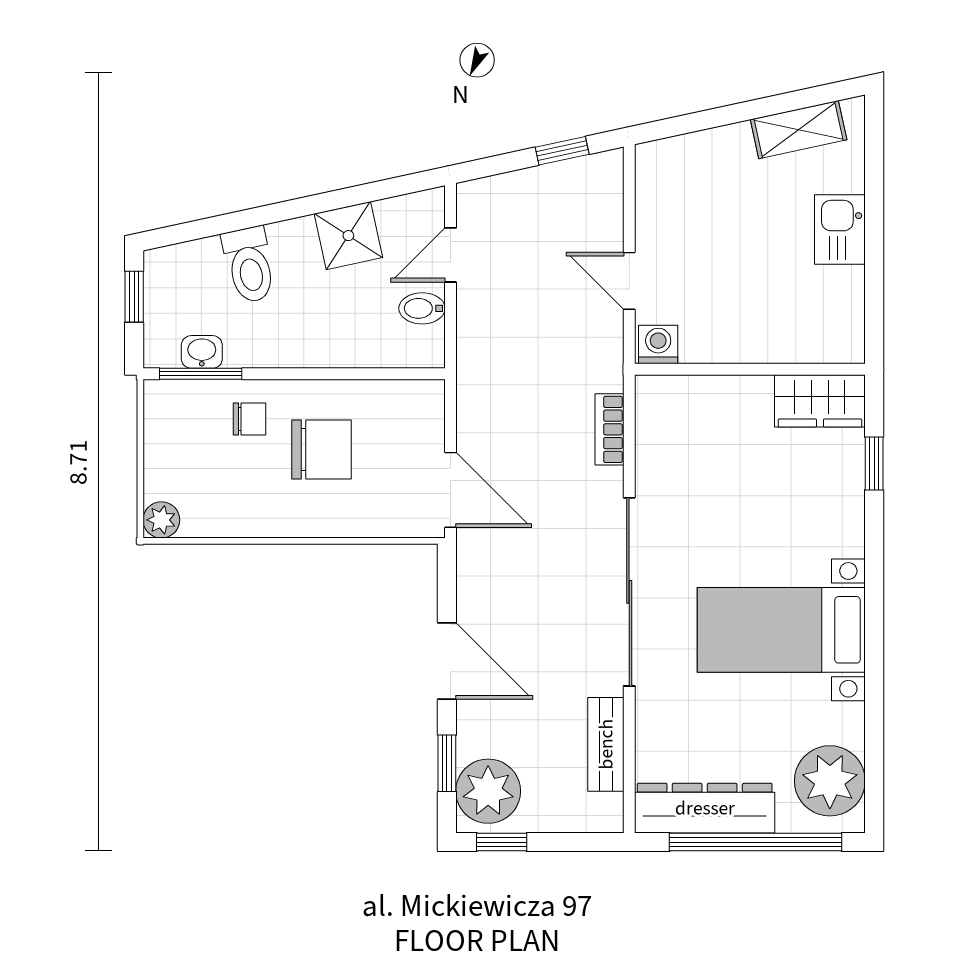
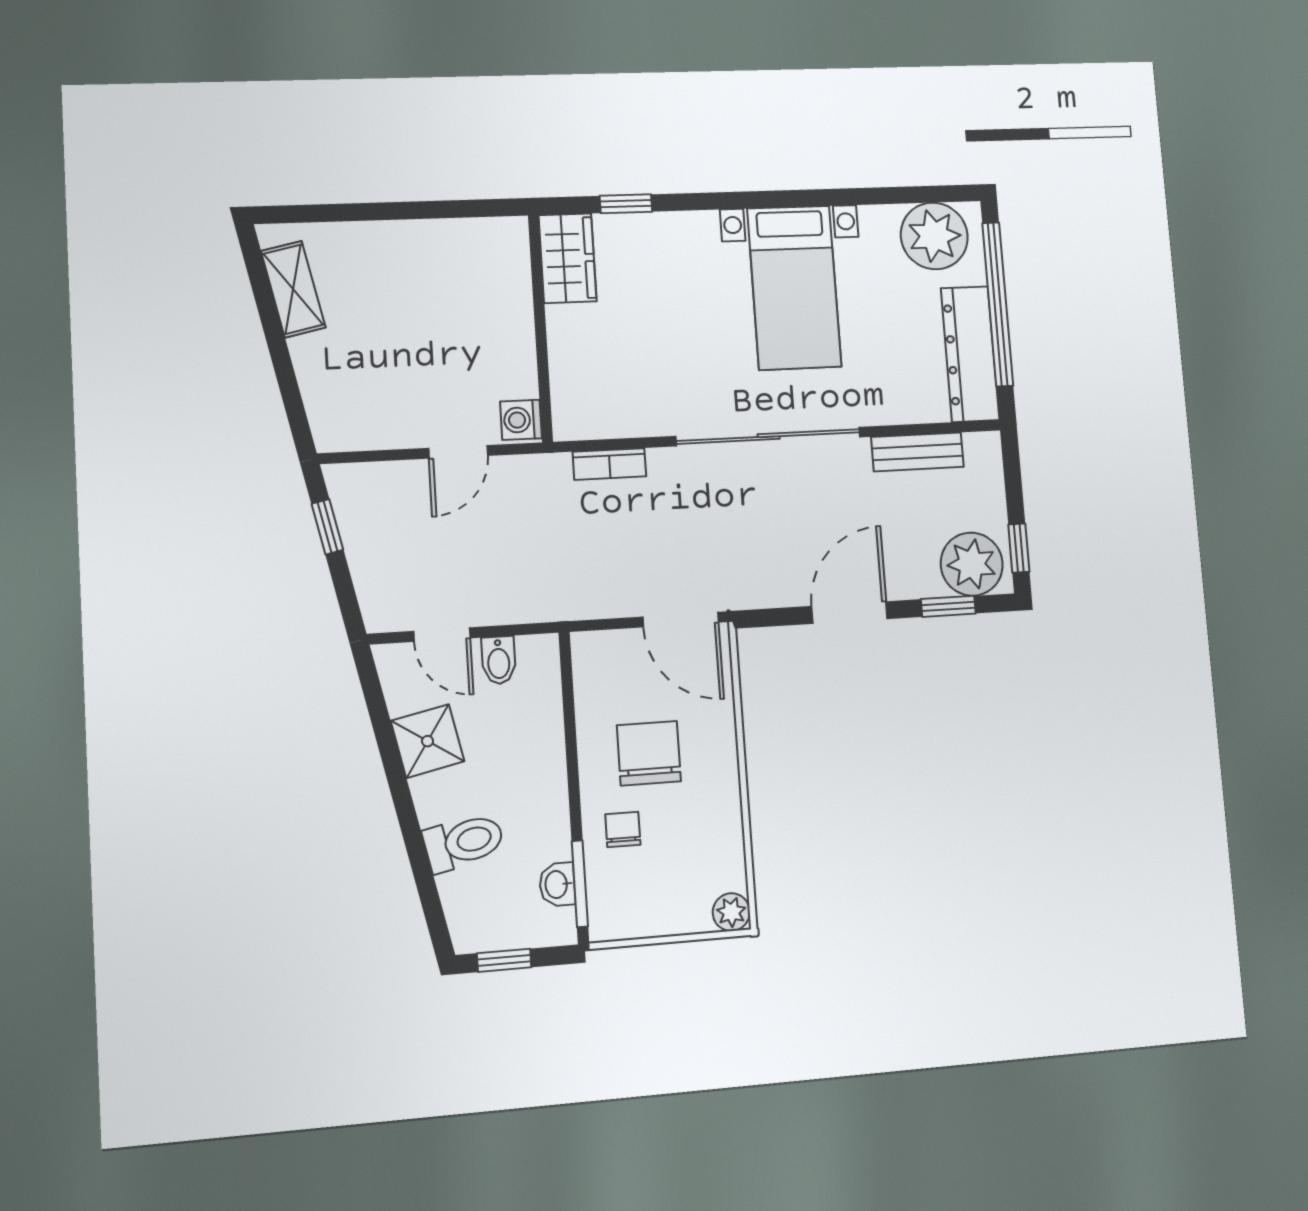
kitchen sink: (840, 230) -> (394, 245), removed
door: (450, 490) -> (681, 620), swing flipped

